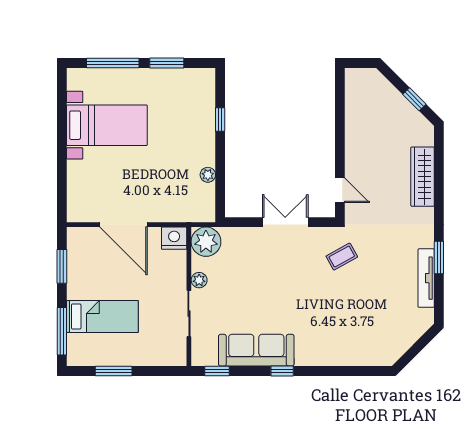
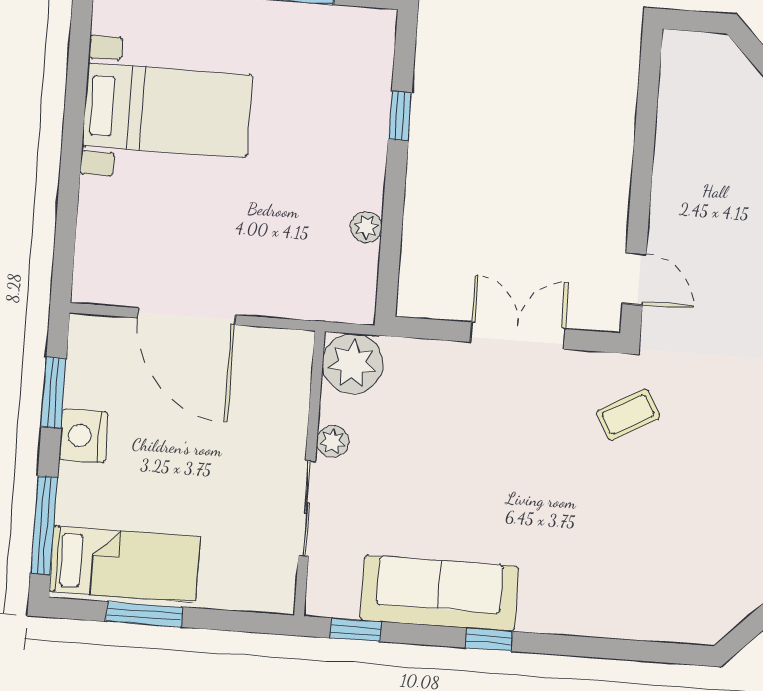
nightstand: (174, 238) -> (84, 436), moved, turned -90
bed: (102, 317) -> (125, 564), moved

